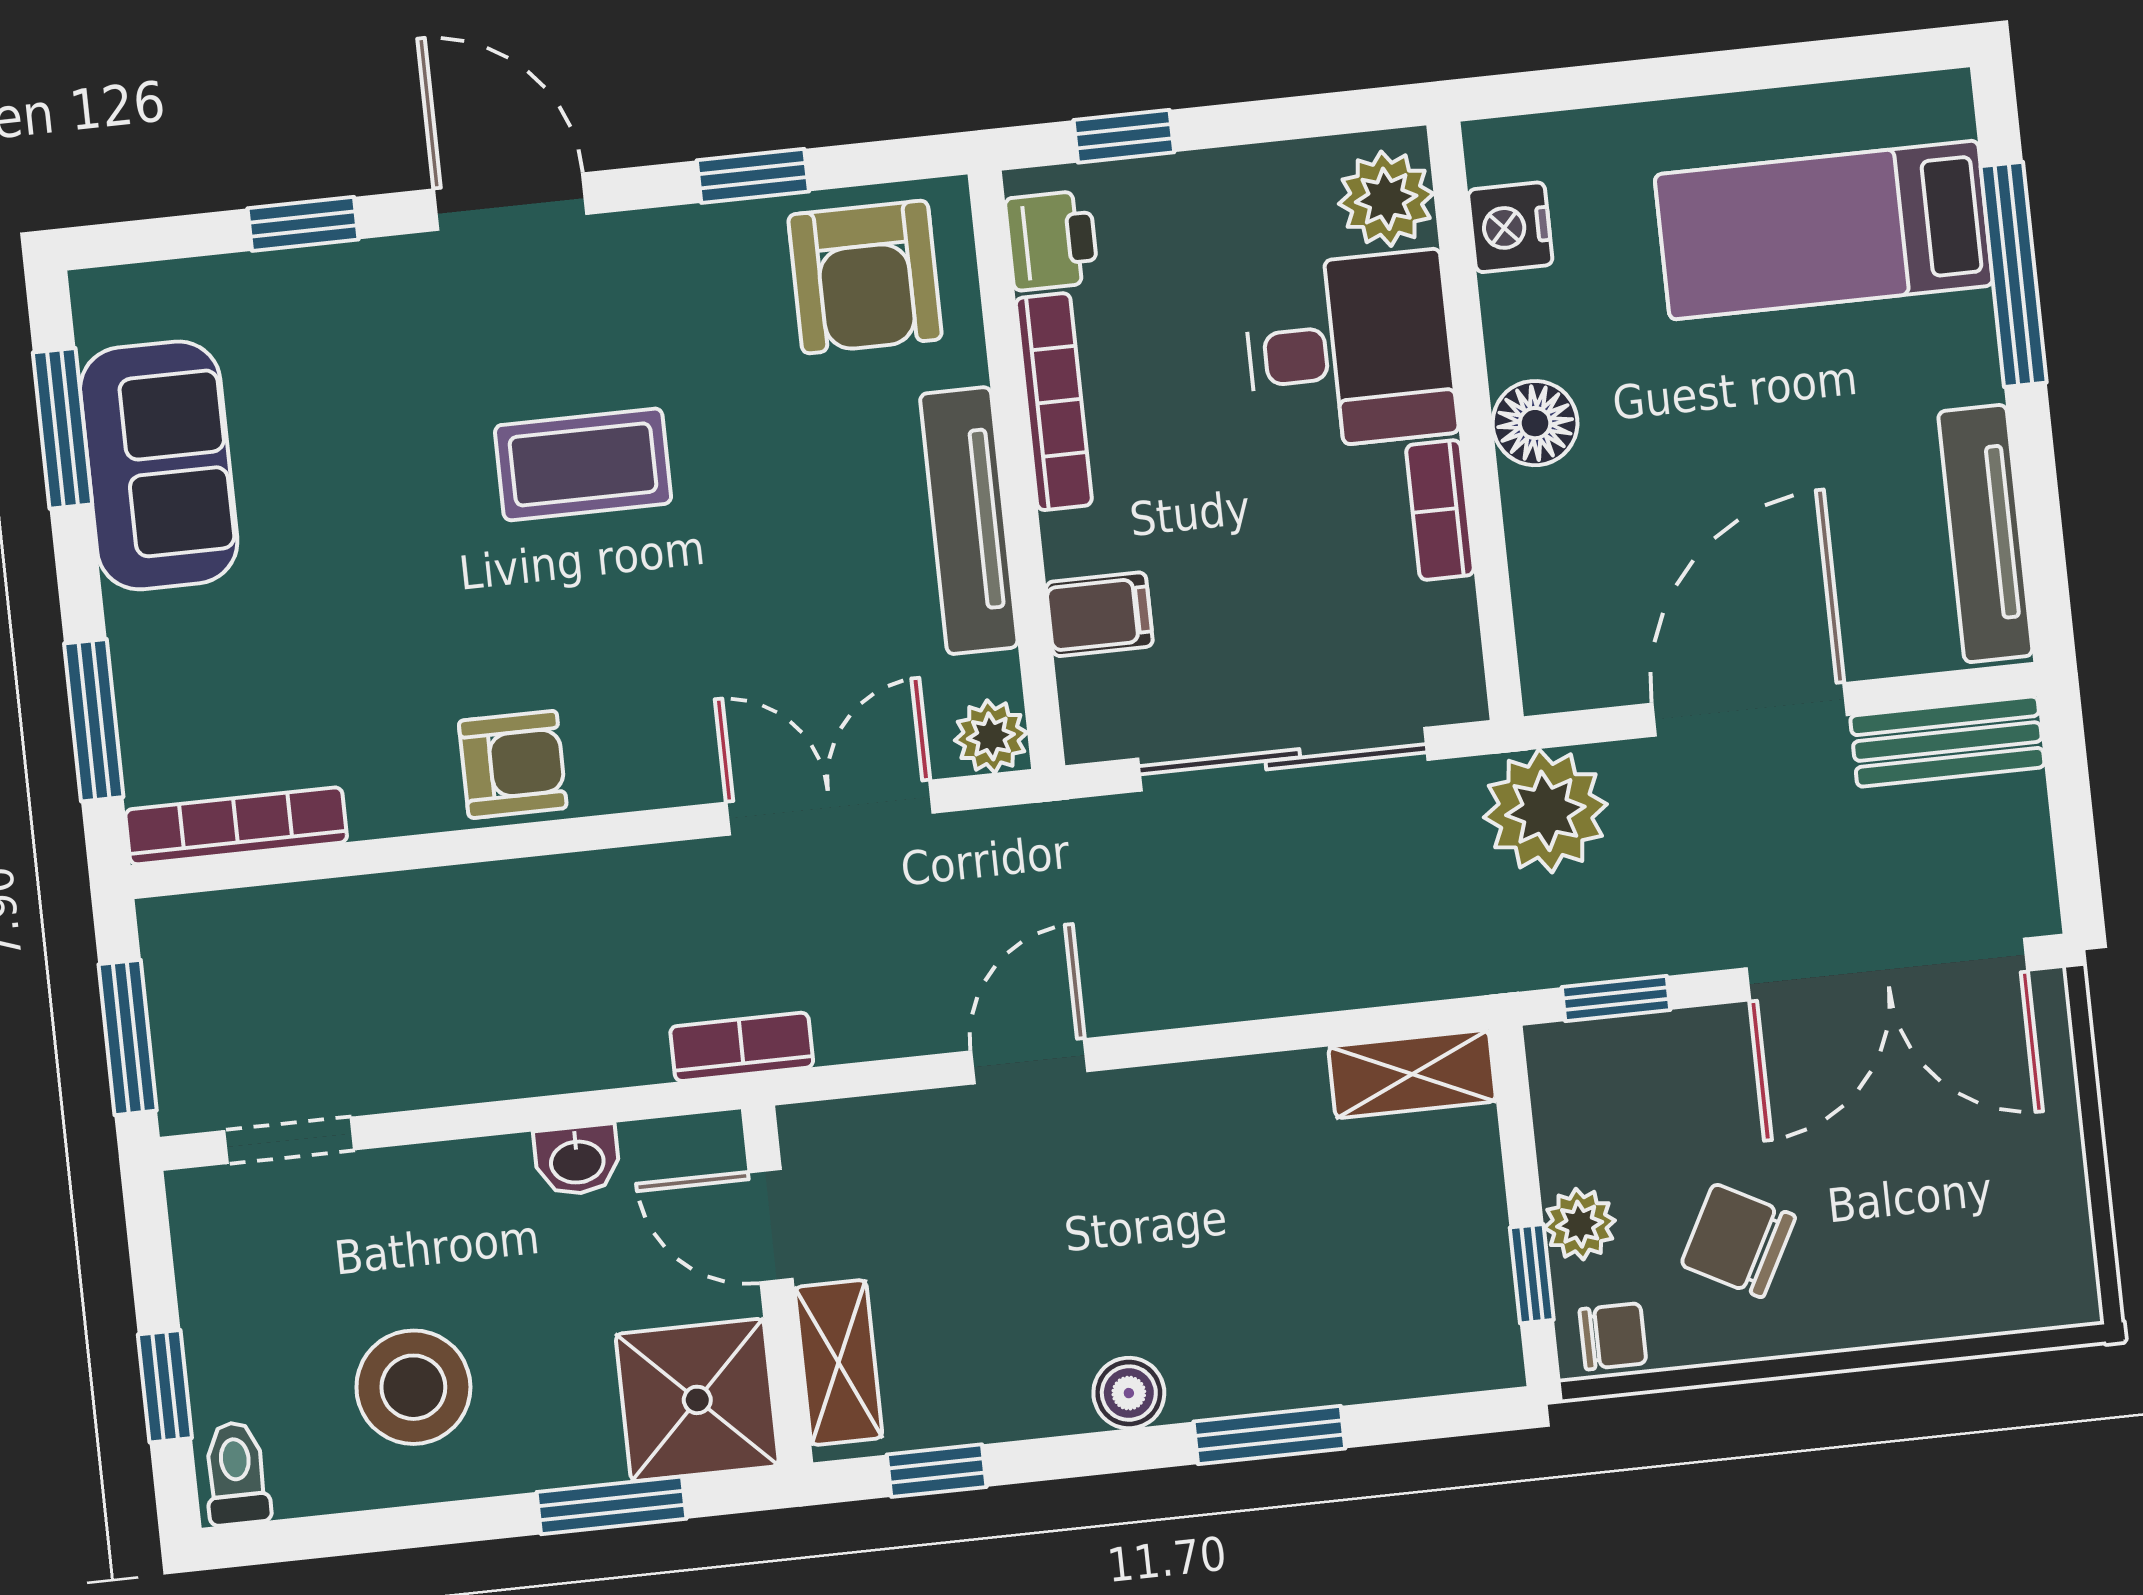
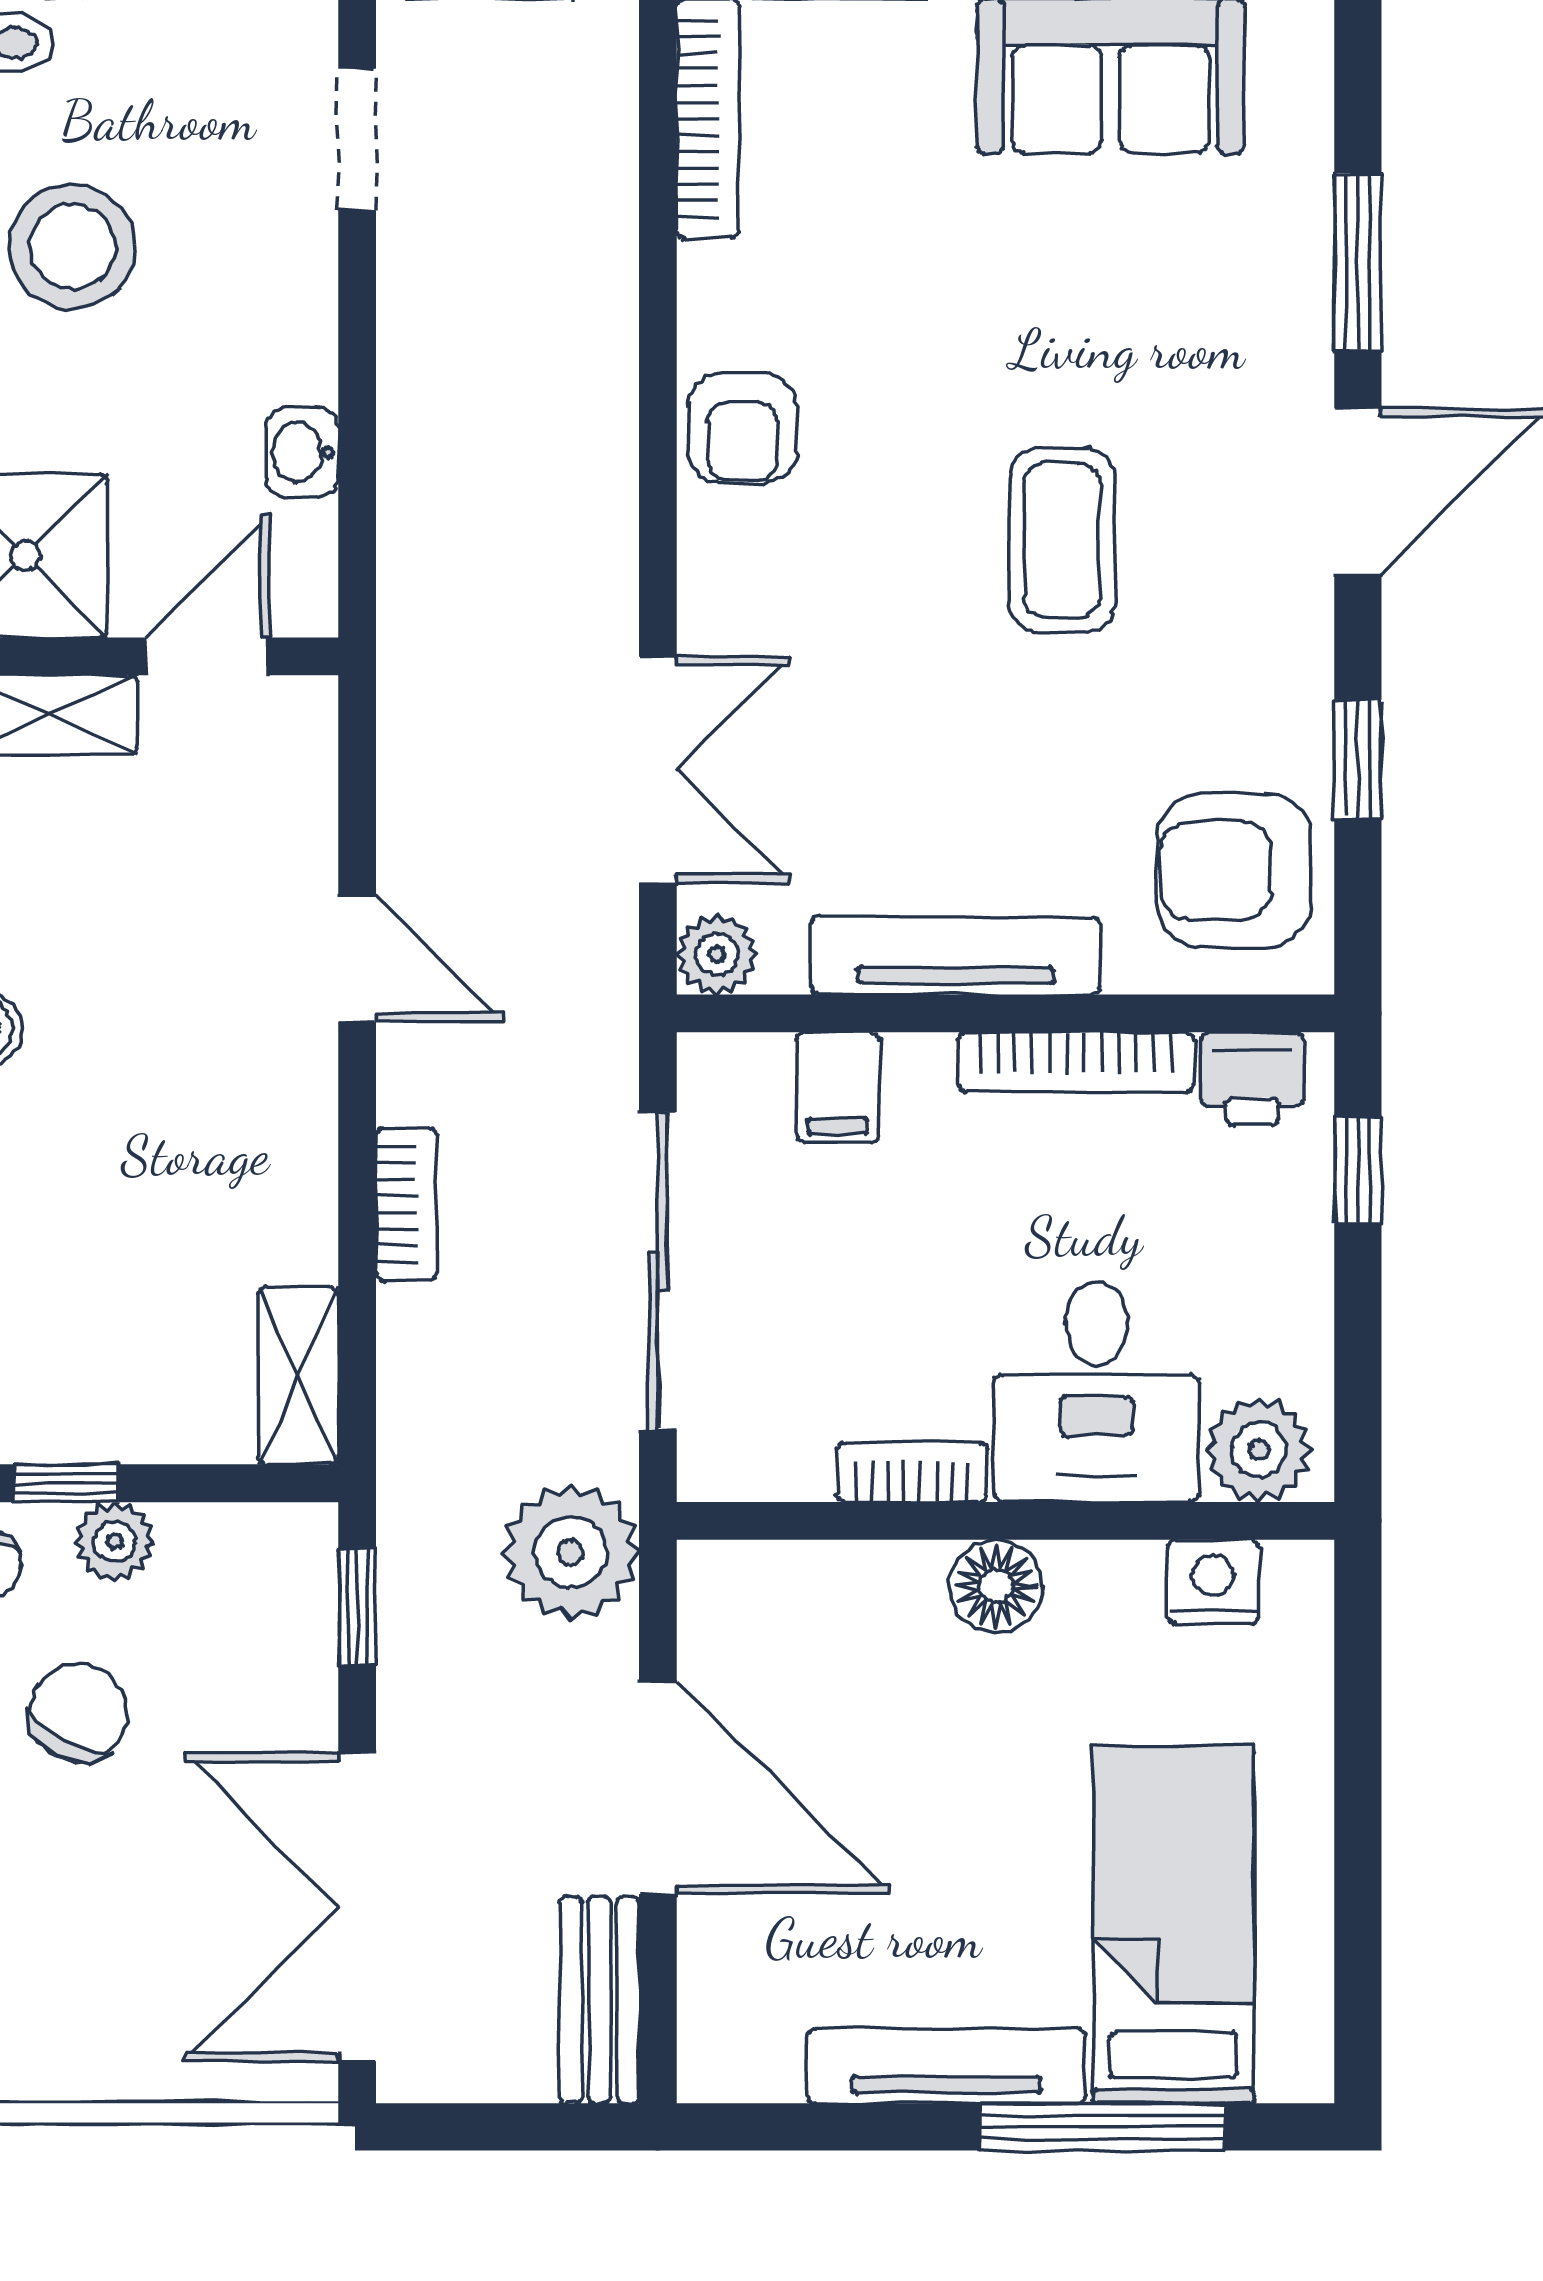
window: (303, 224) -> (1358, 262), width x1.50
tv unit: (1985, 534) -> (946, 2066), moved
bookcase: (742, 1047) -> (406, 1204), moved

